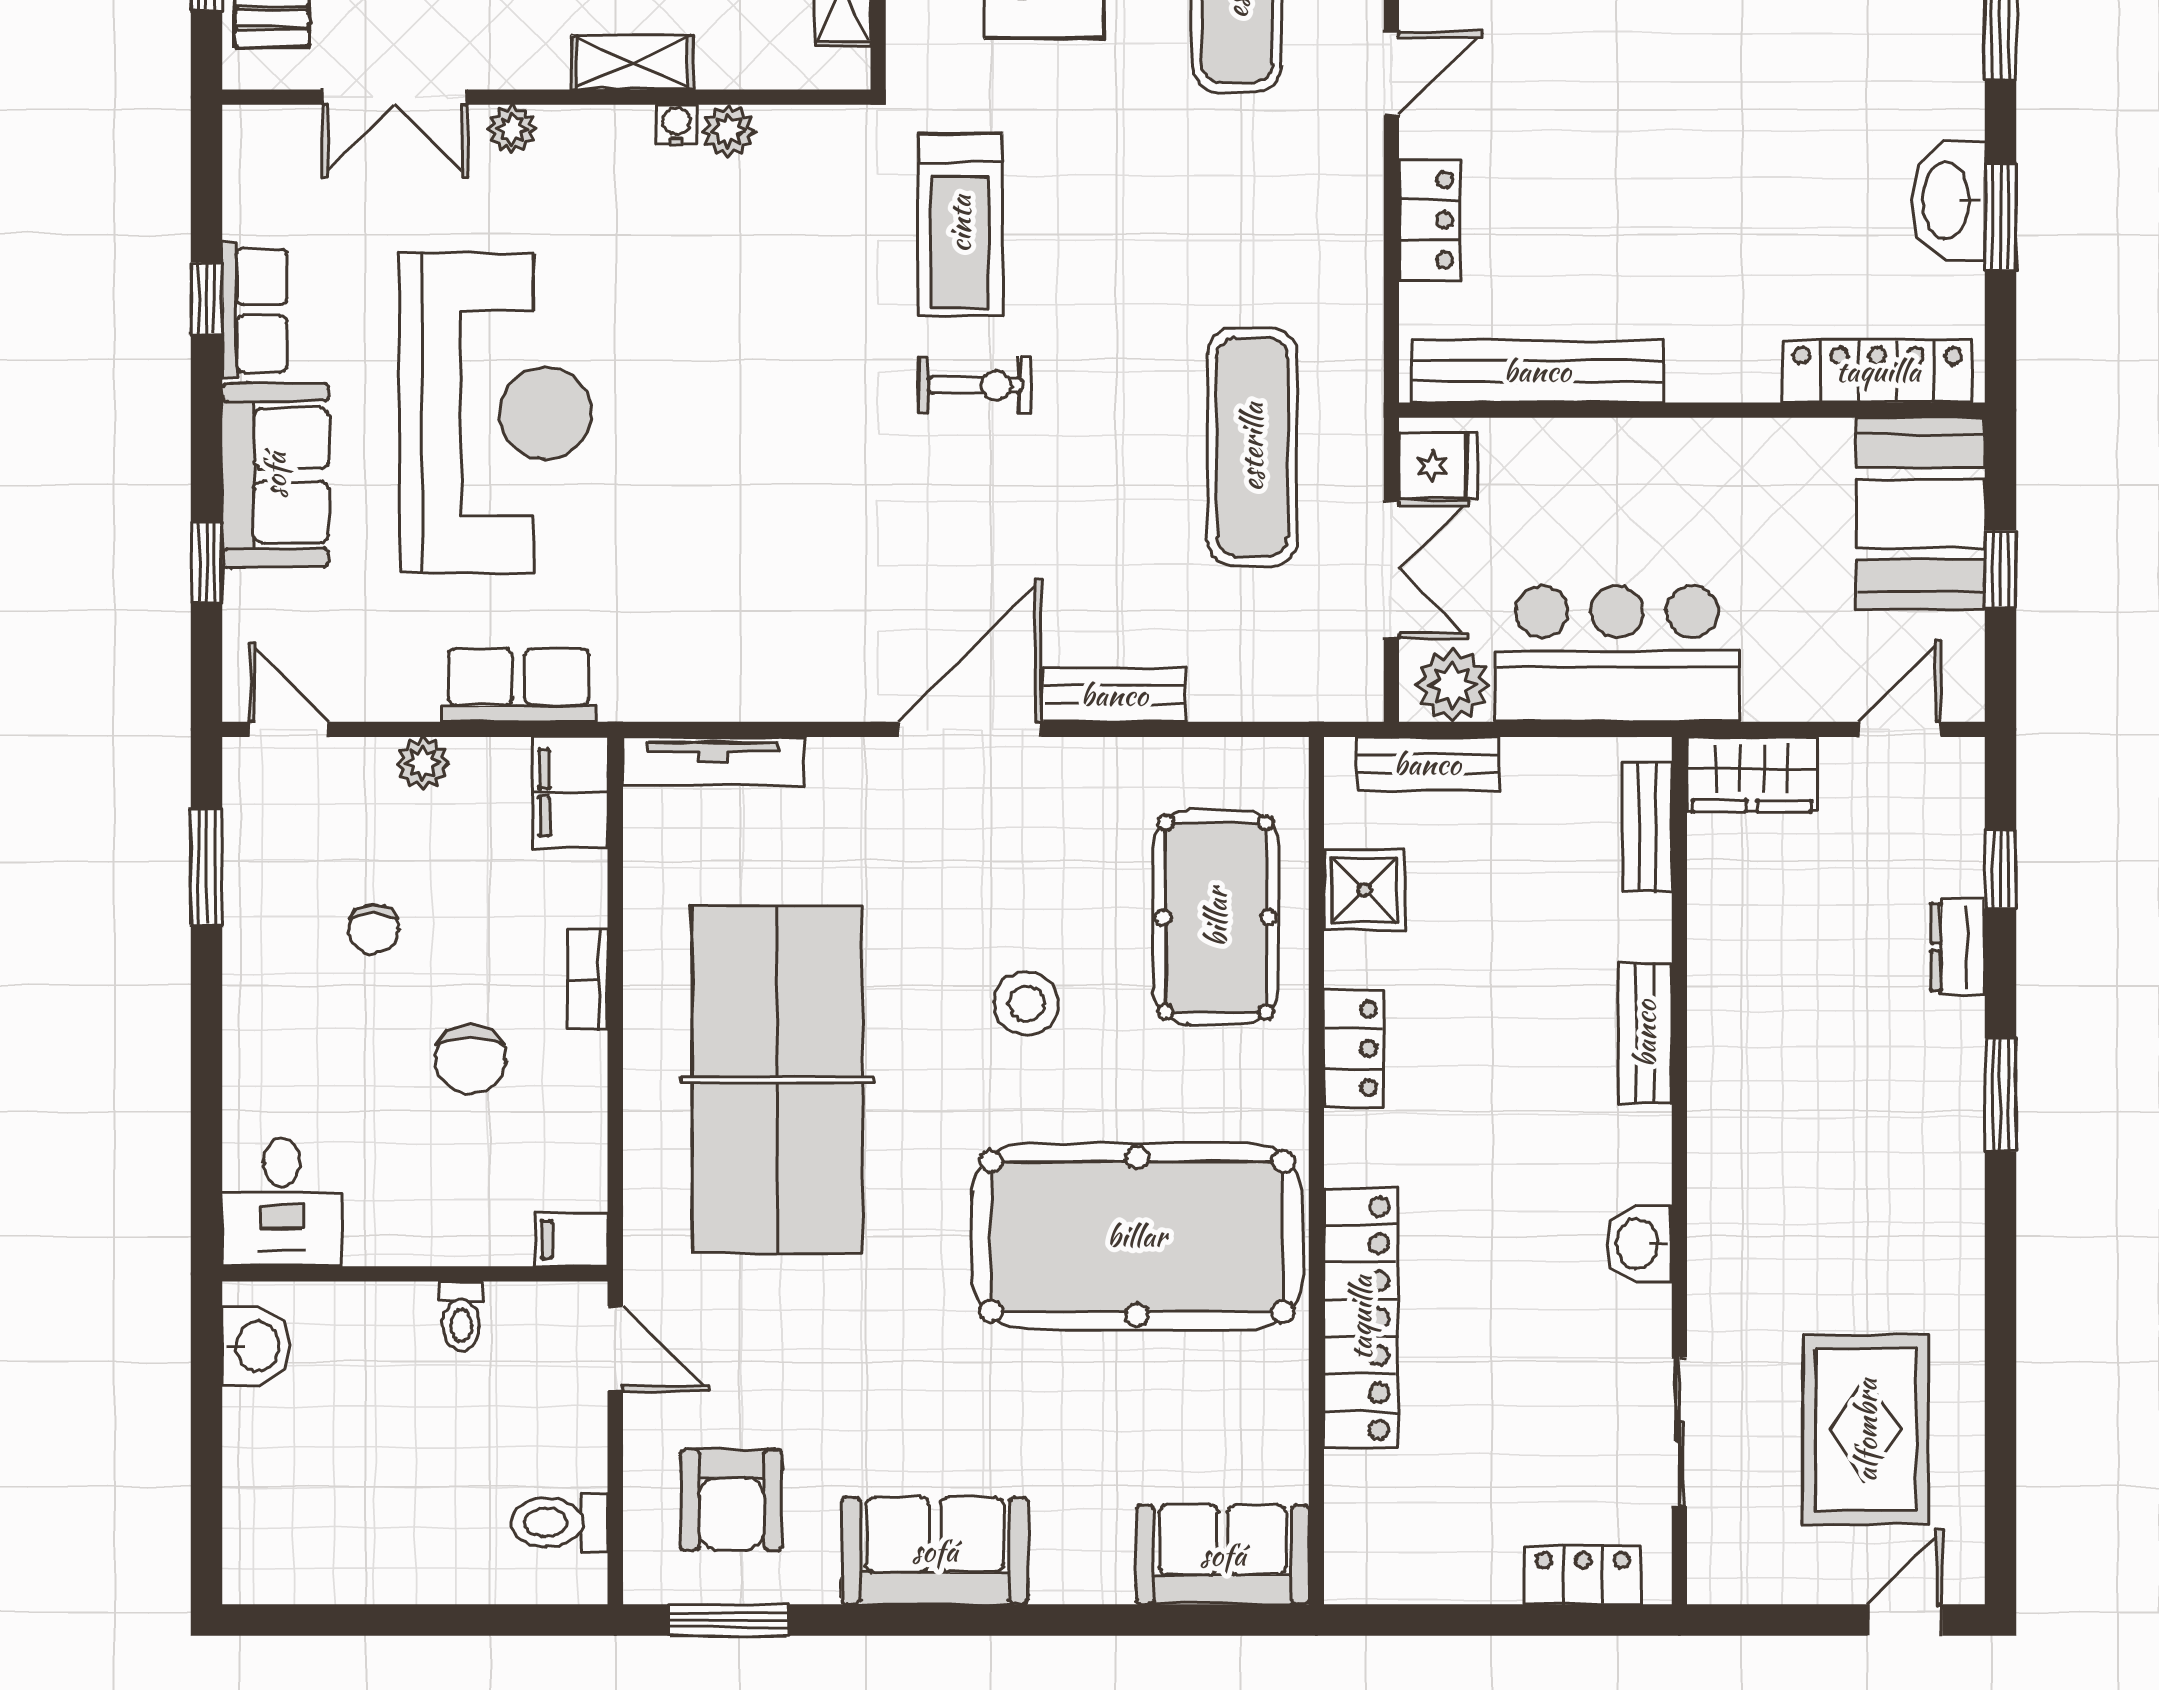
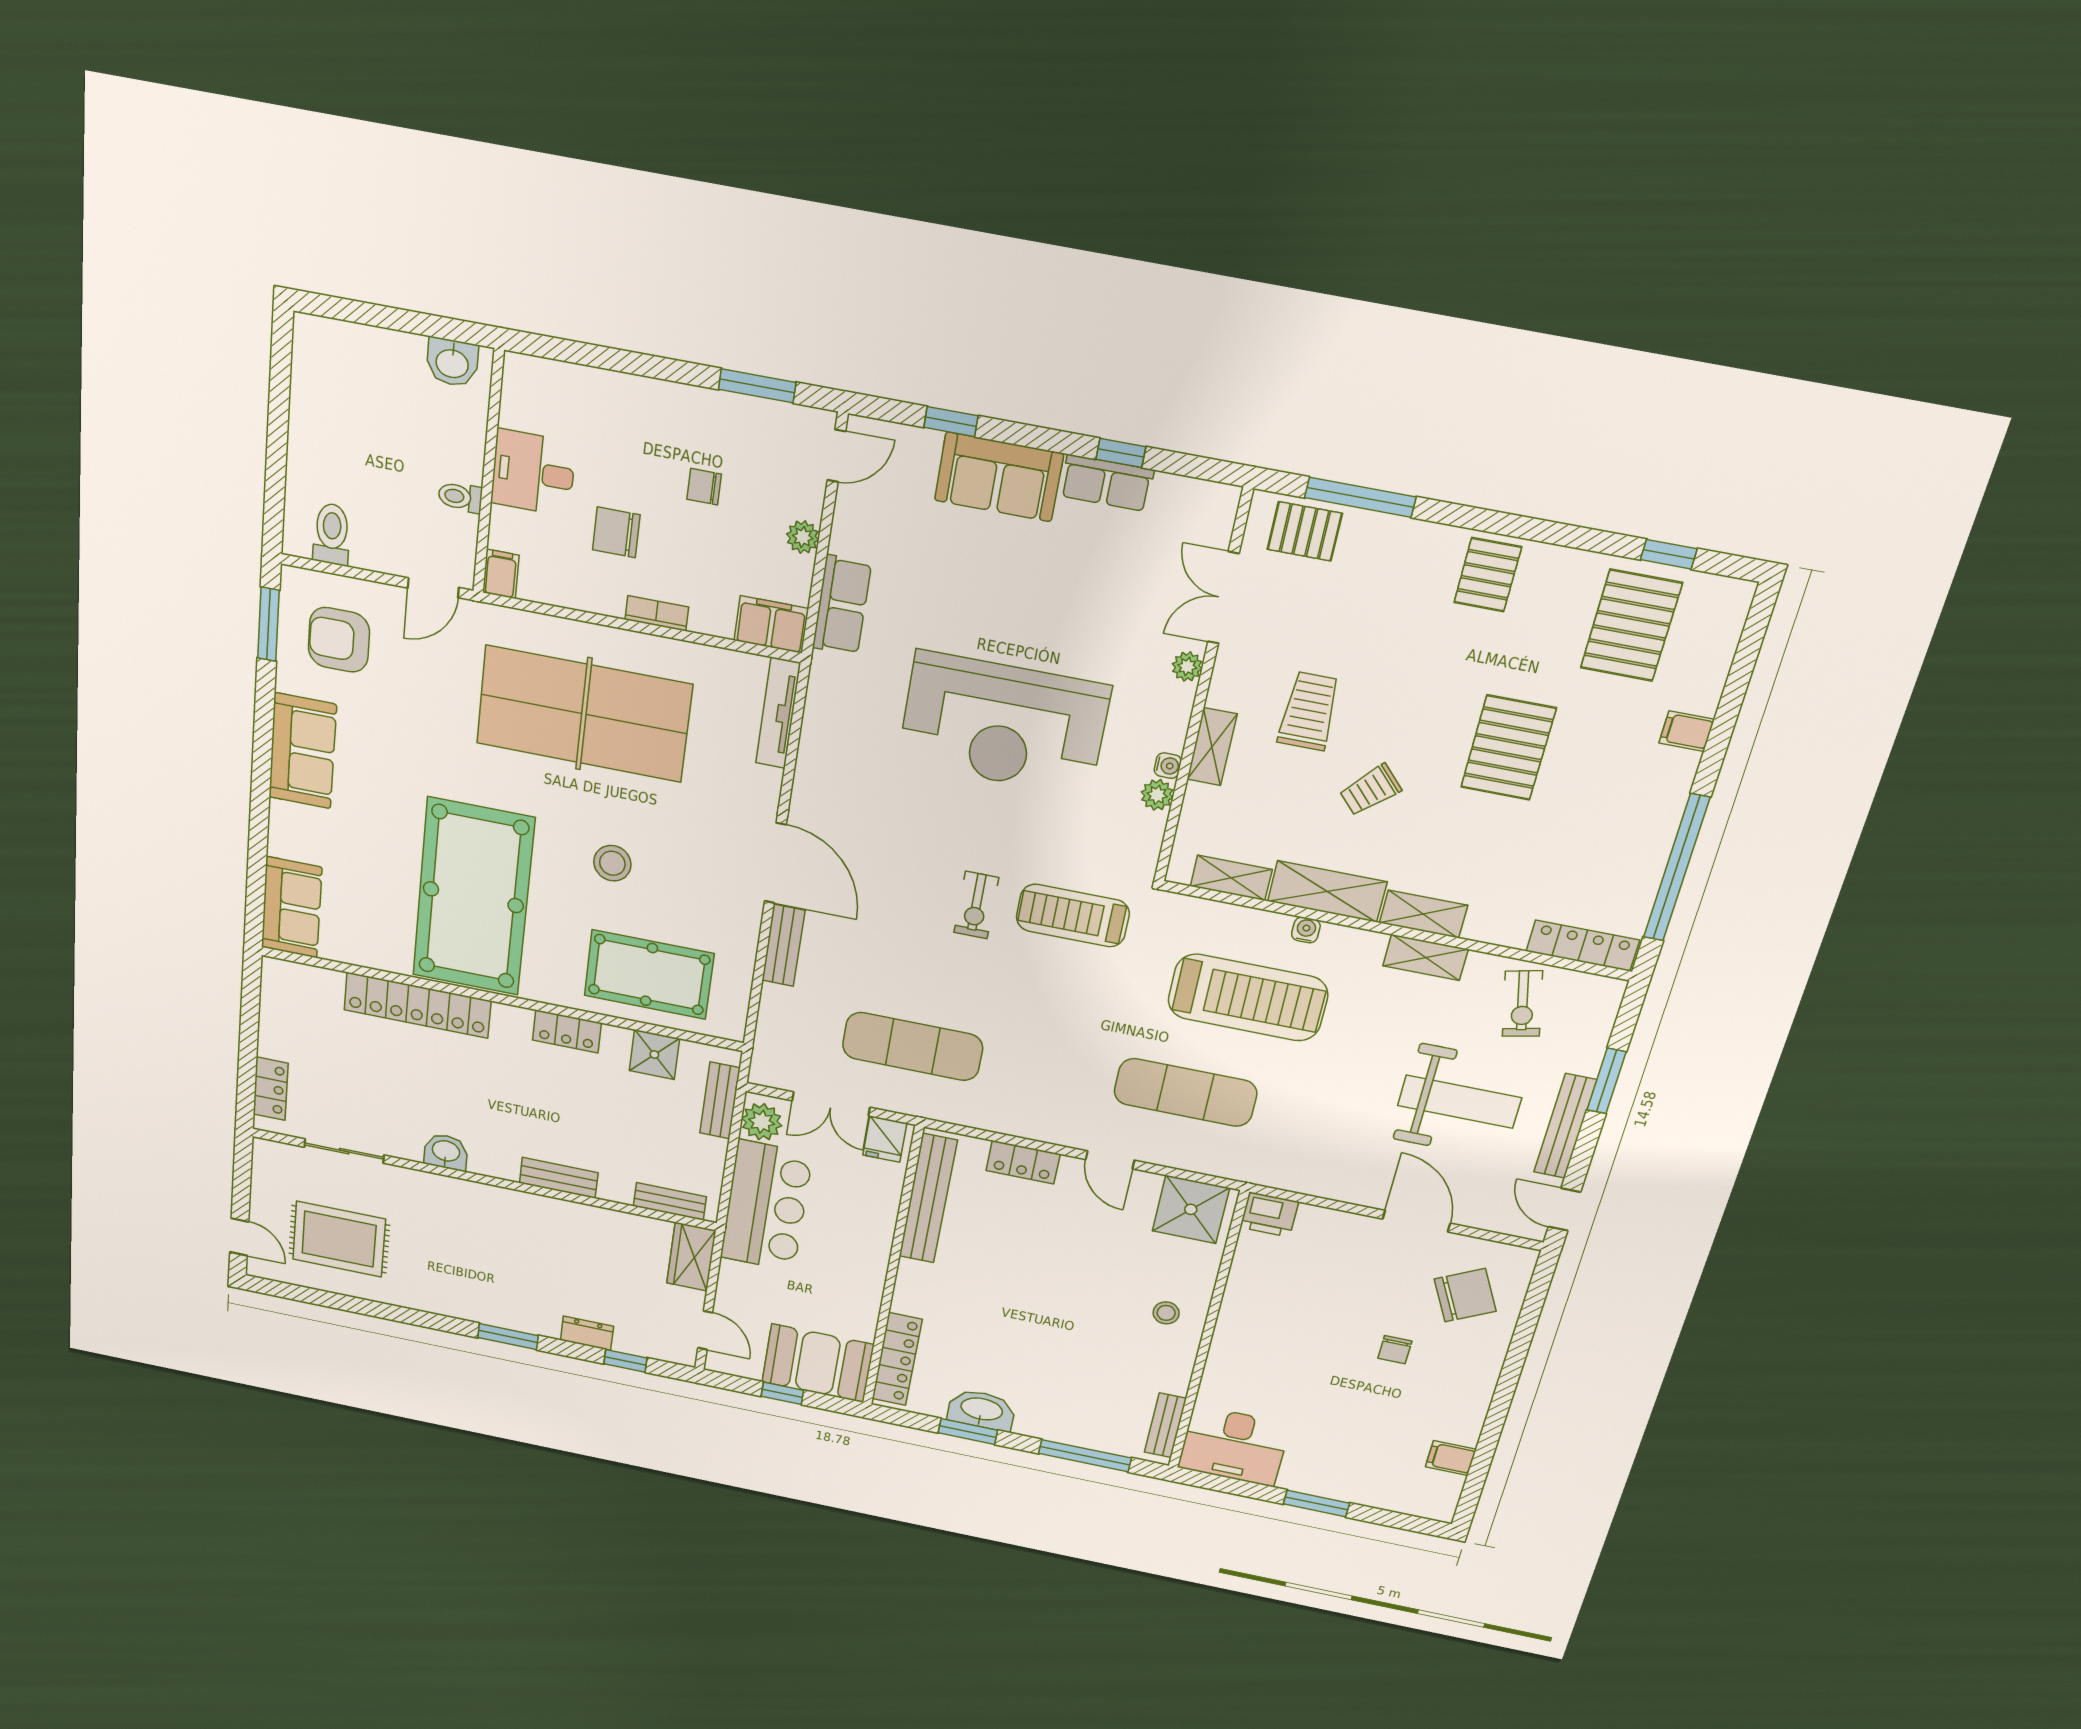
reception desk: (495, 413) -> (1003, 724), moved
desk: (282, 1202) -> (533, 473), moved

